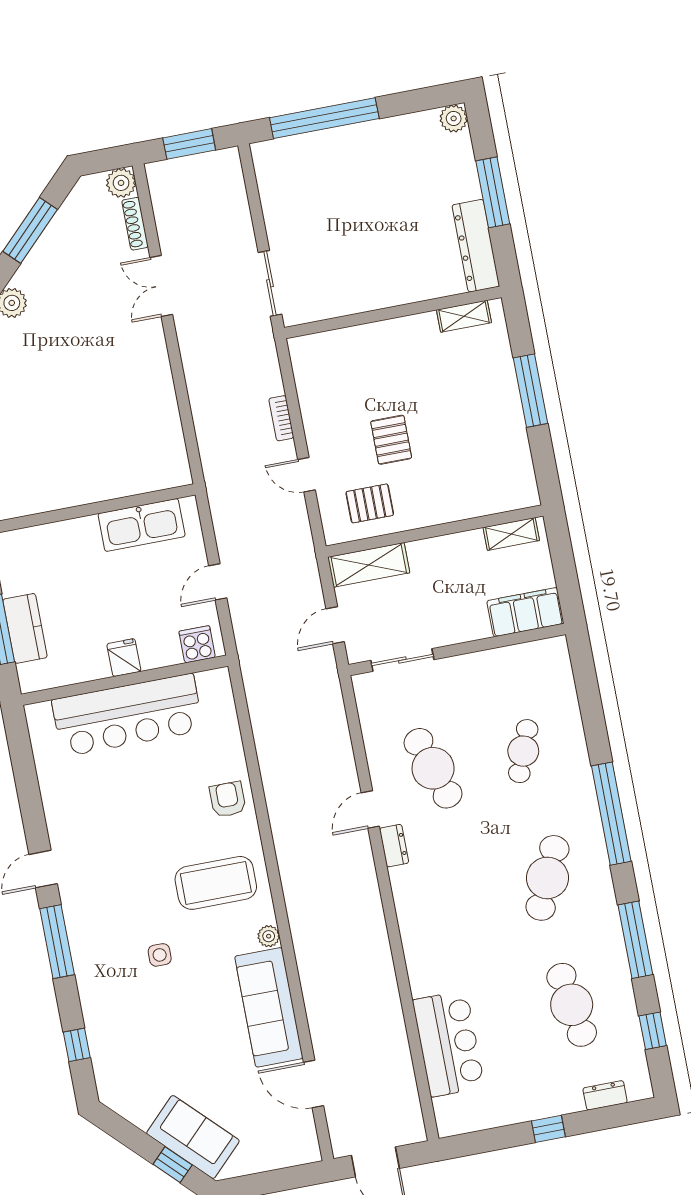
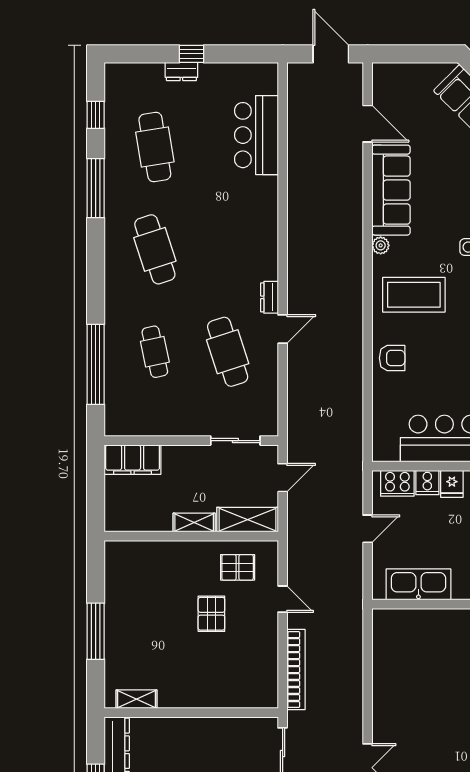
bookcase: (281, 418) -> (296, 670), width x2.31, depth x1.31
shelving: (511, 534) -> (194, 523), moved
cooker: (197, 644) -> (397, 483), width x1.36
cooker: (155, 653) -> (427, 483), added
cafe table: (523, 751) -> (155, 352), turned -33
armchair: (228, 799) -> (392, 358), turned -90
window: (611, 814) -> (96, 364), moved
cafe table: (547, 878) -> (155, 249), turned -42
dresser: (605, 1095) -> (181, 72), moved

